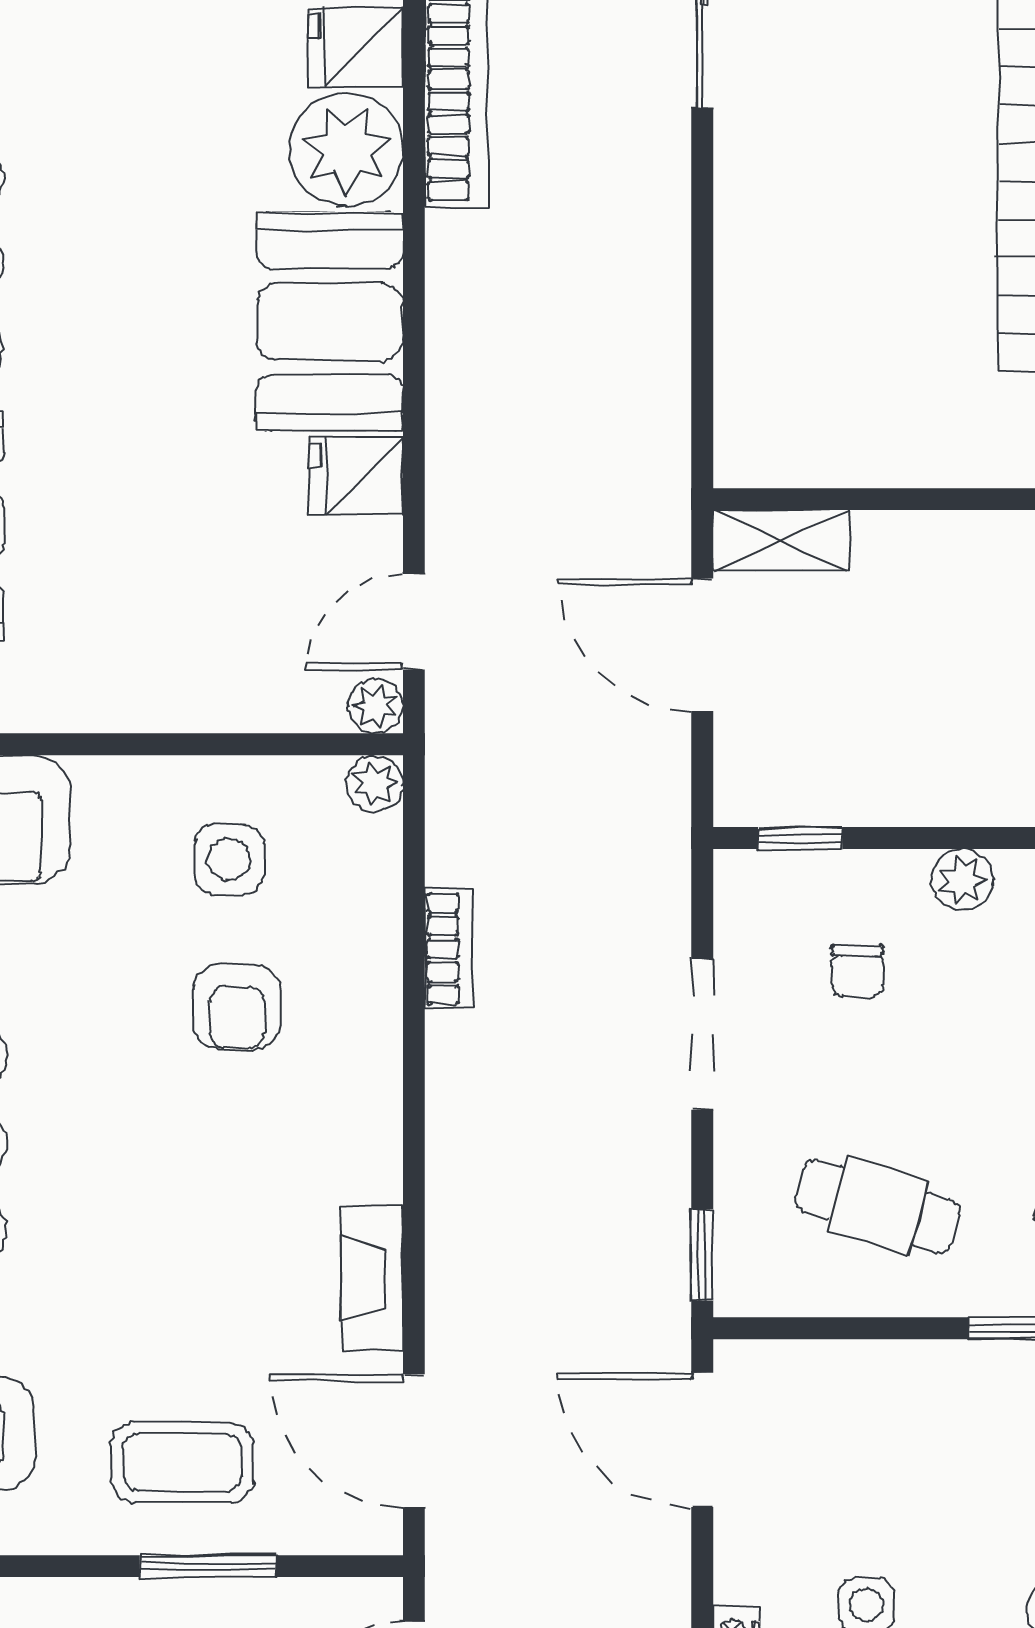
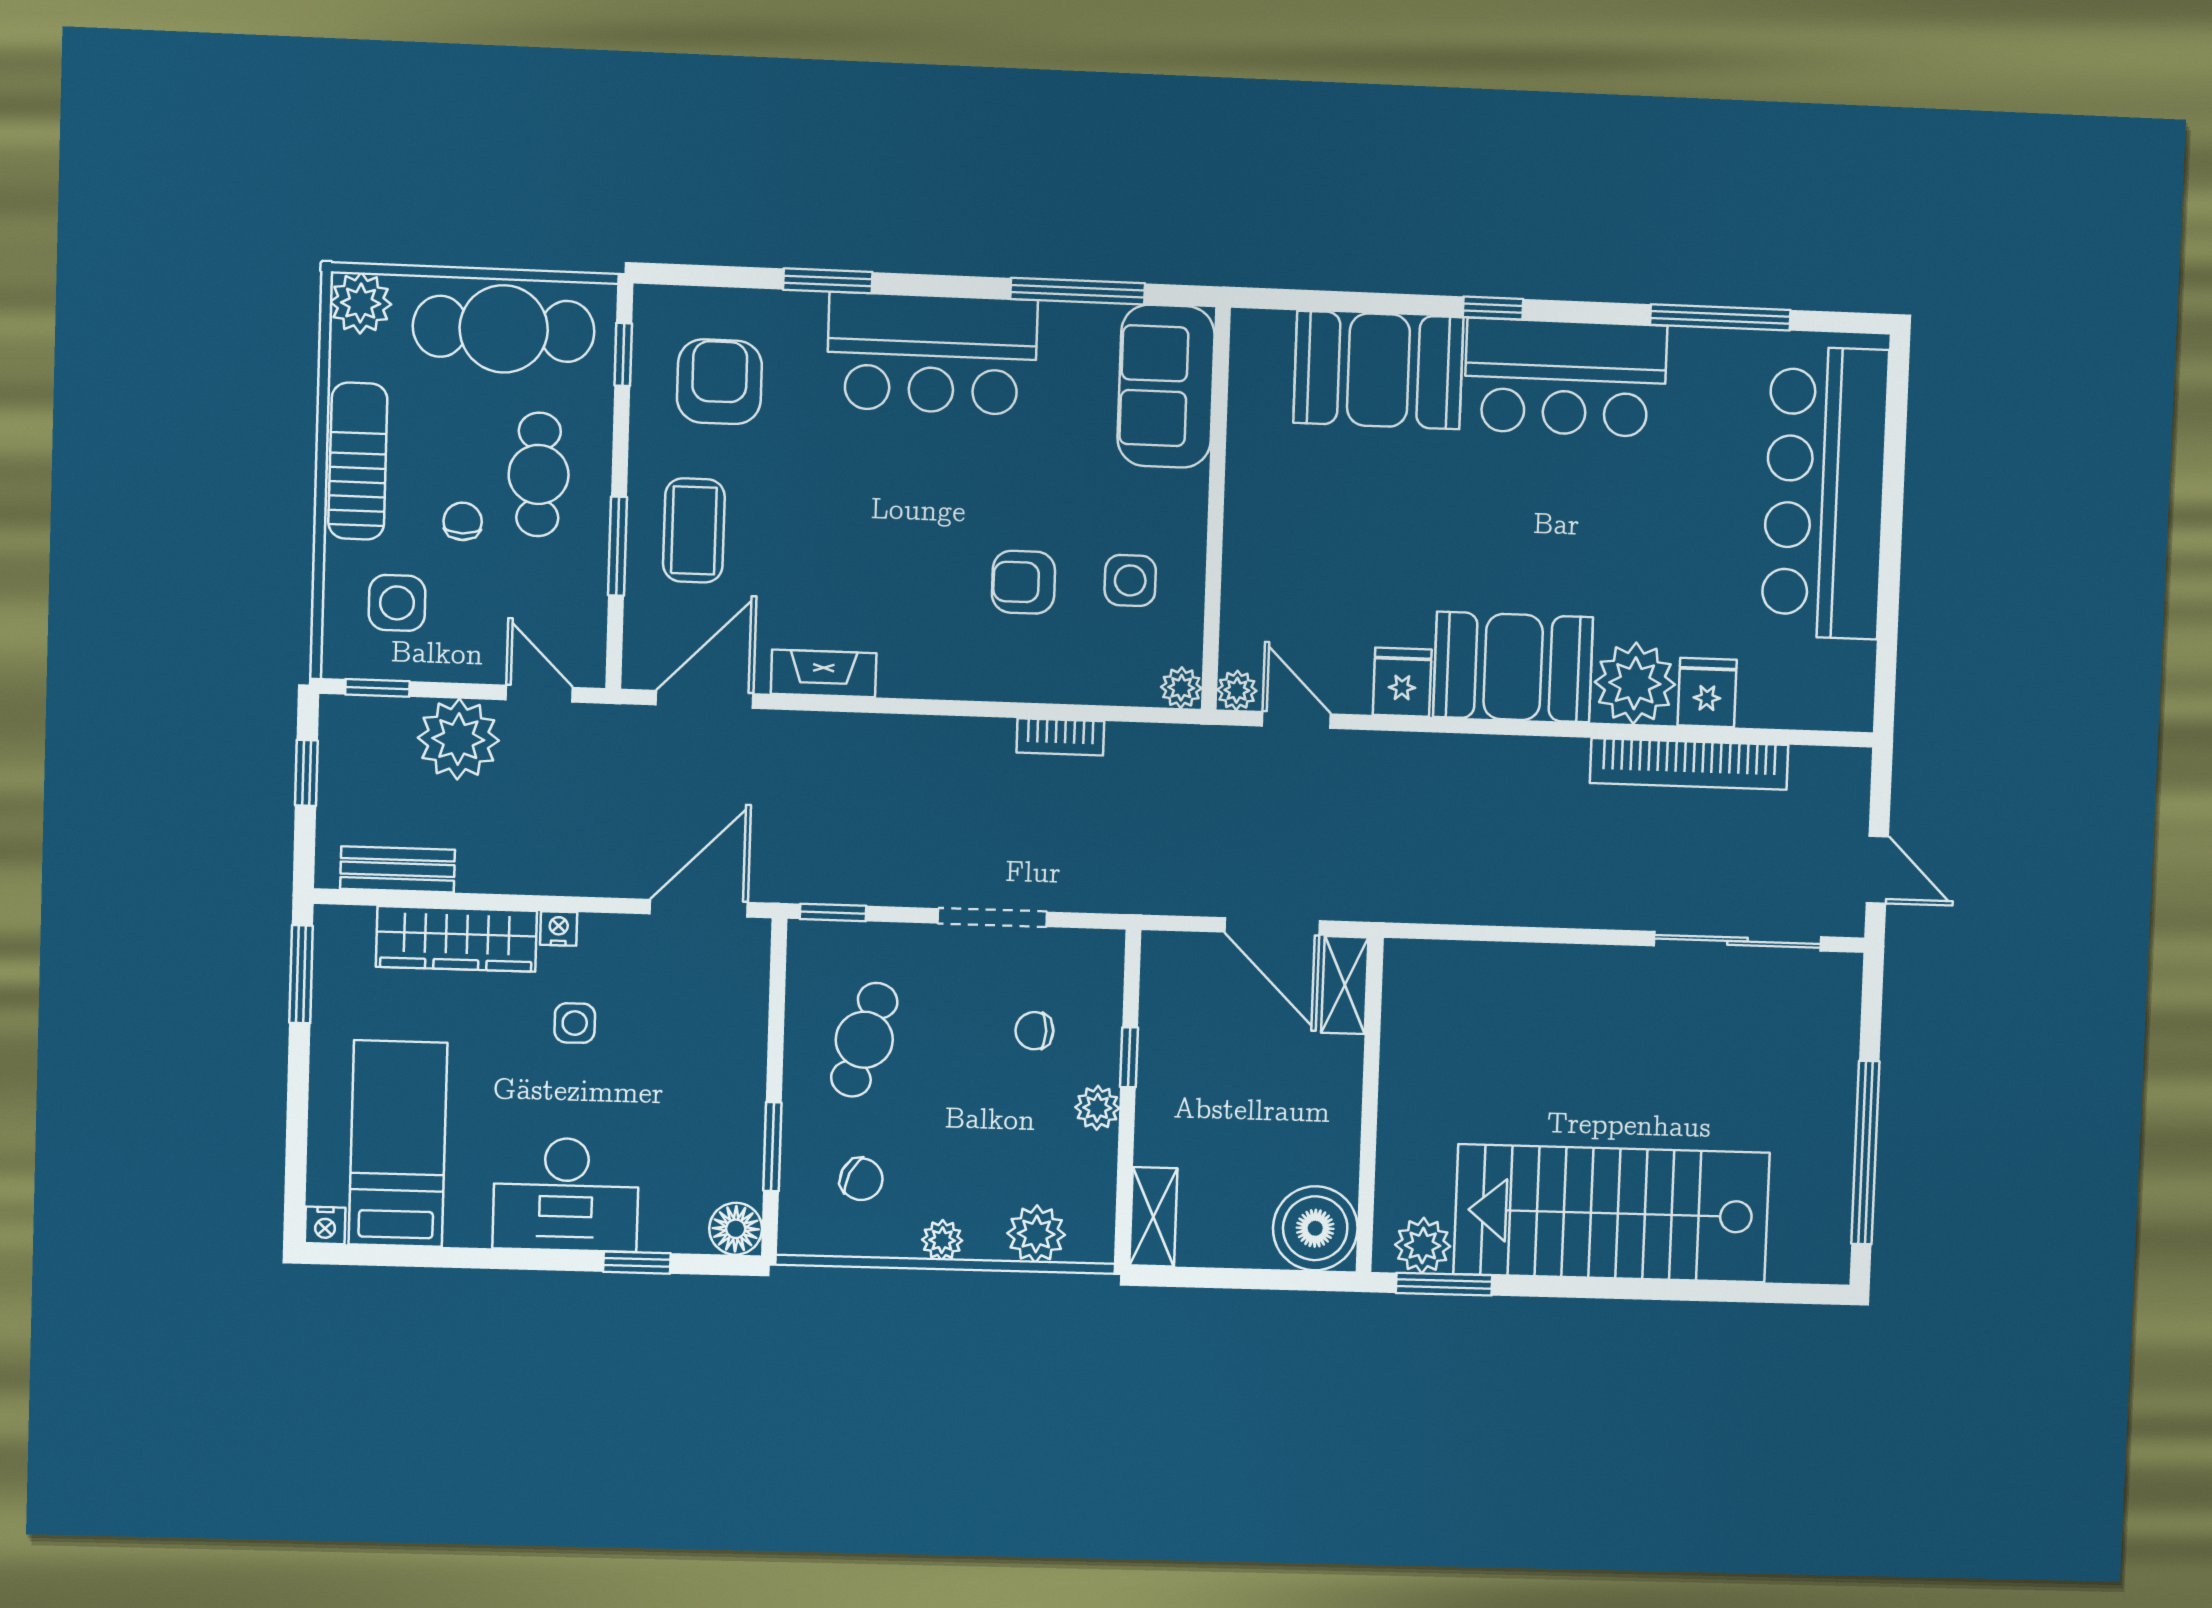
door: (702, 645) -> (1272, 926), swing flipped
window: (800, 838) -> (1129, 1057), moved

